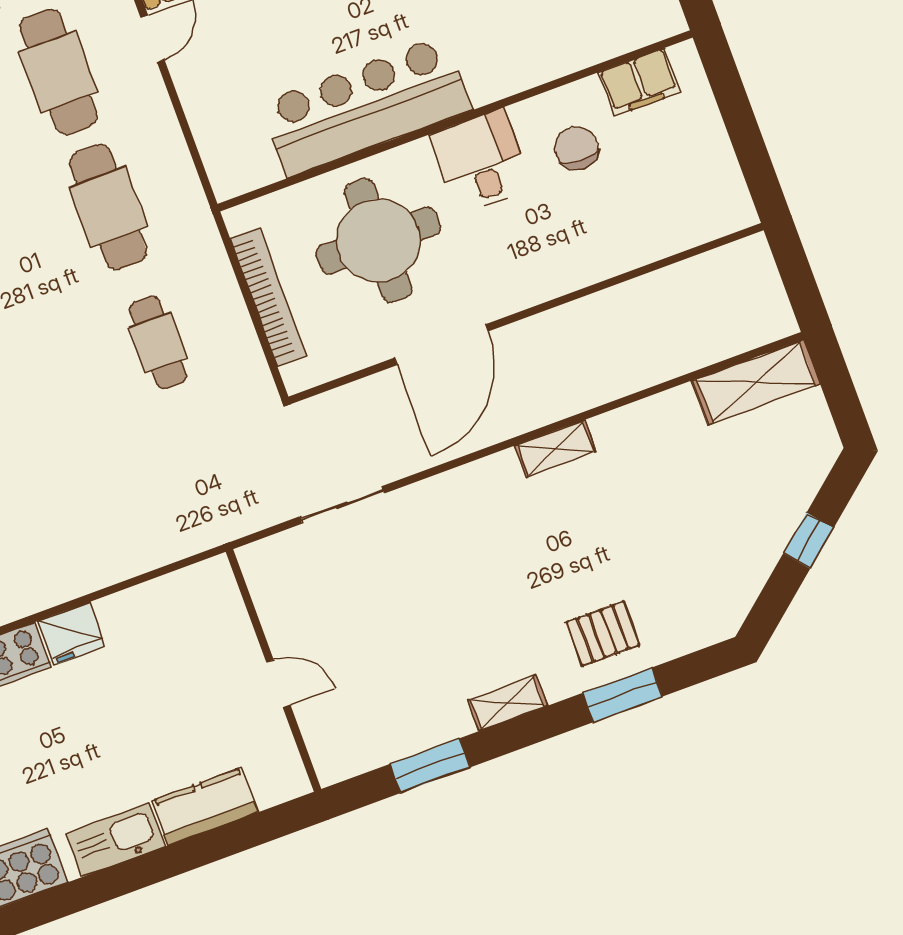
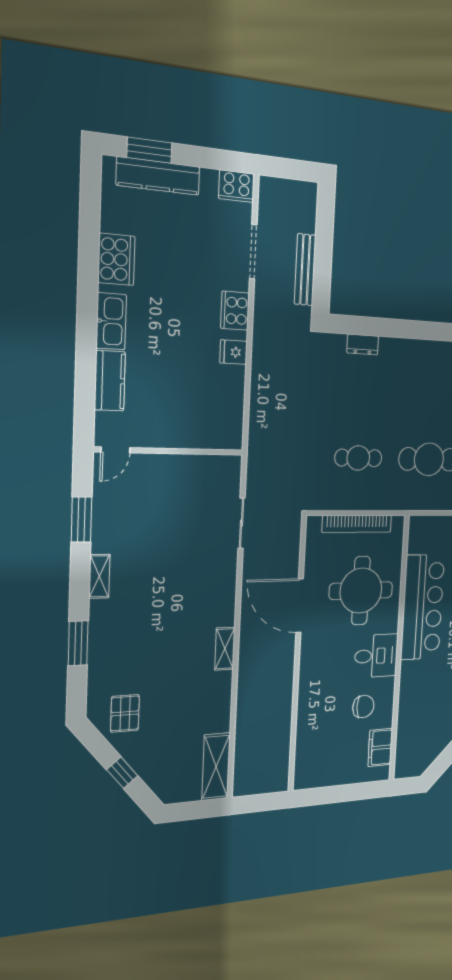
fridge: (72, 634) -> (234, 352), width x0.72
pallet: (603, 634) -> (125, 713), moved
door: (278, 684) -> (115, 450), moved

